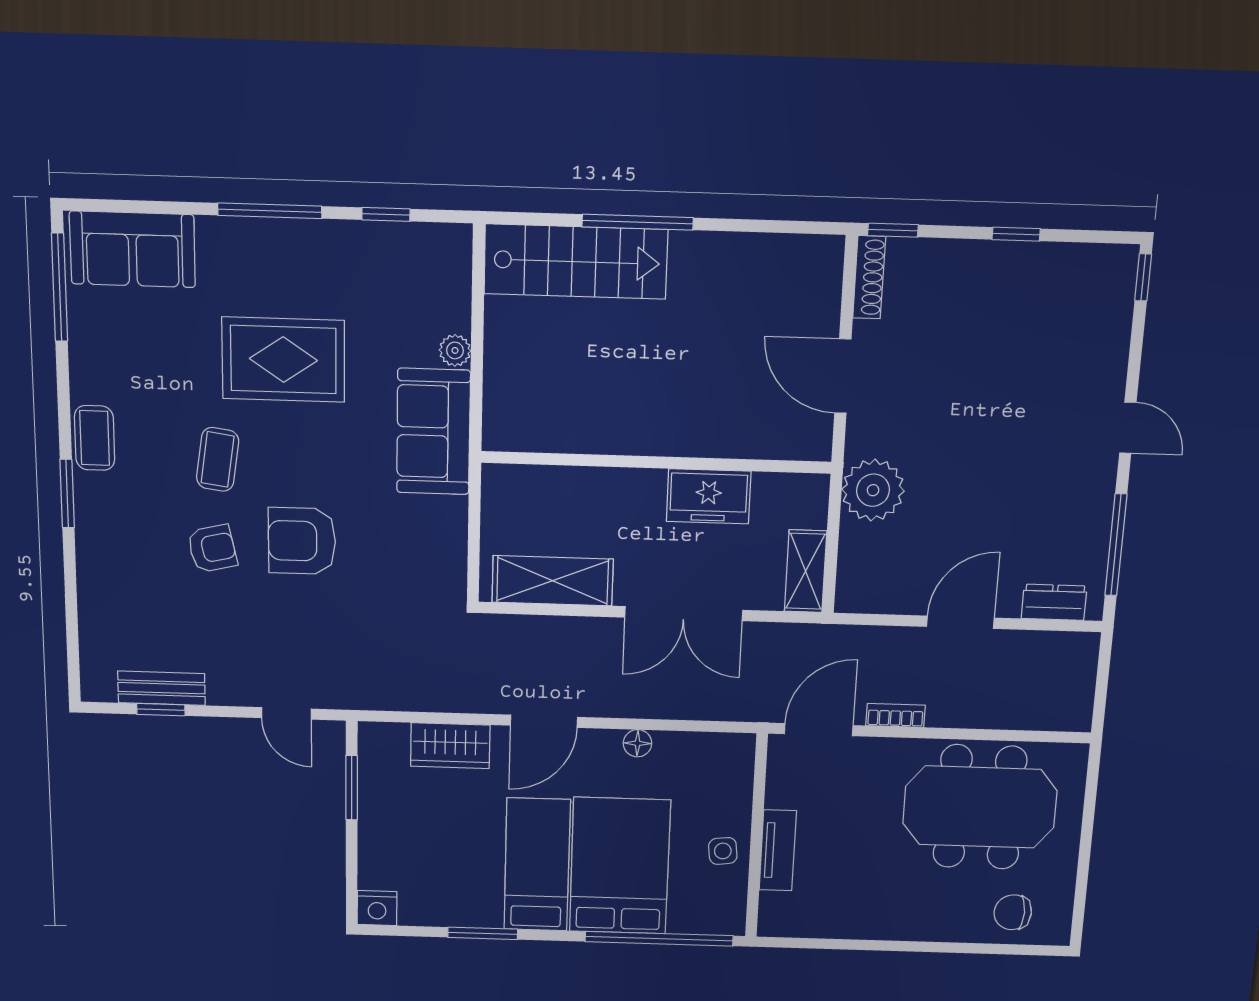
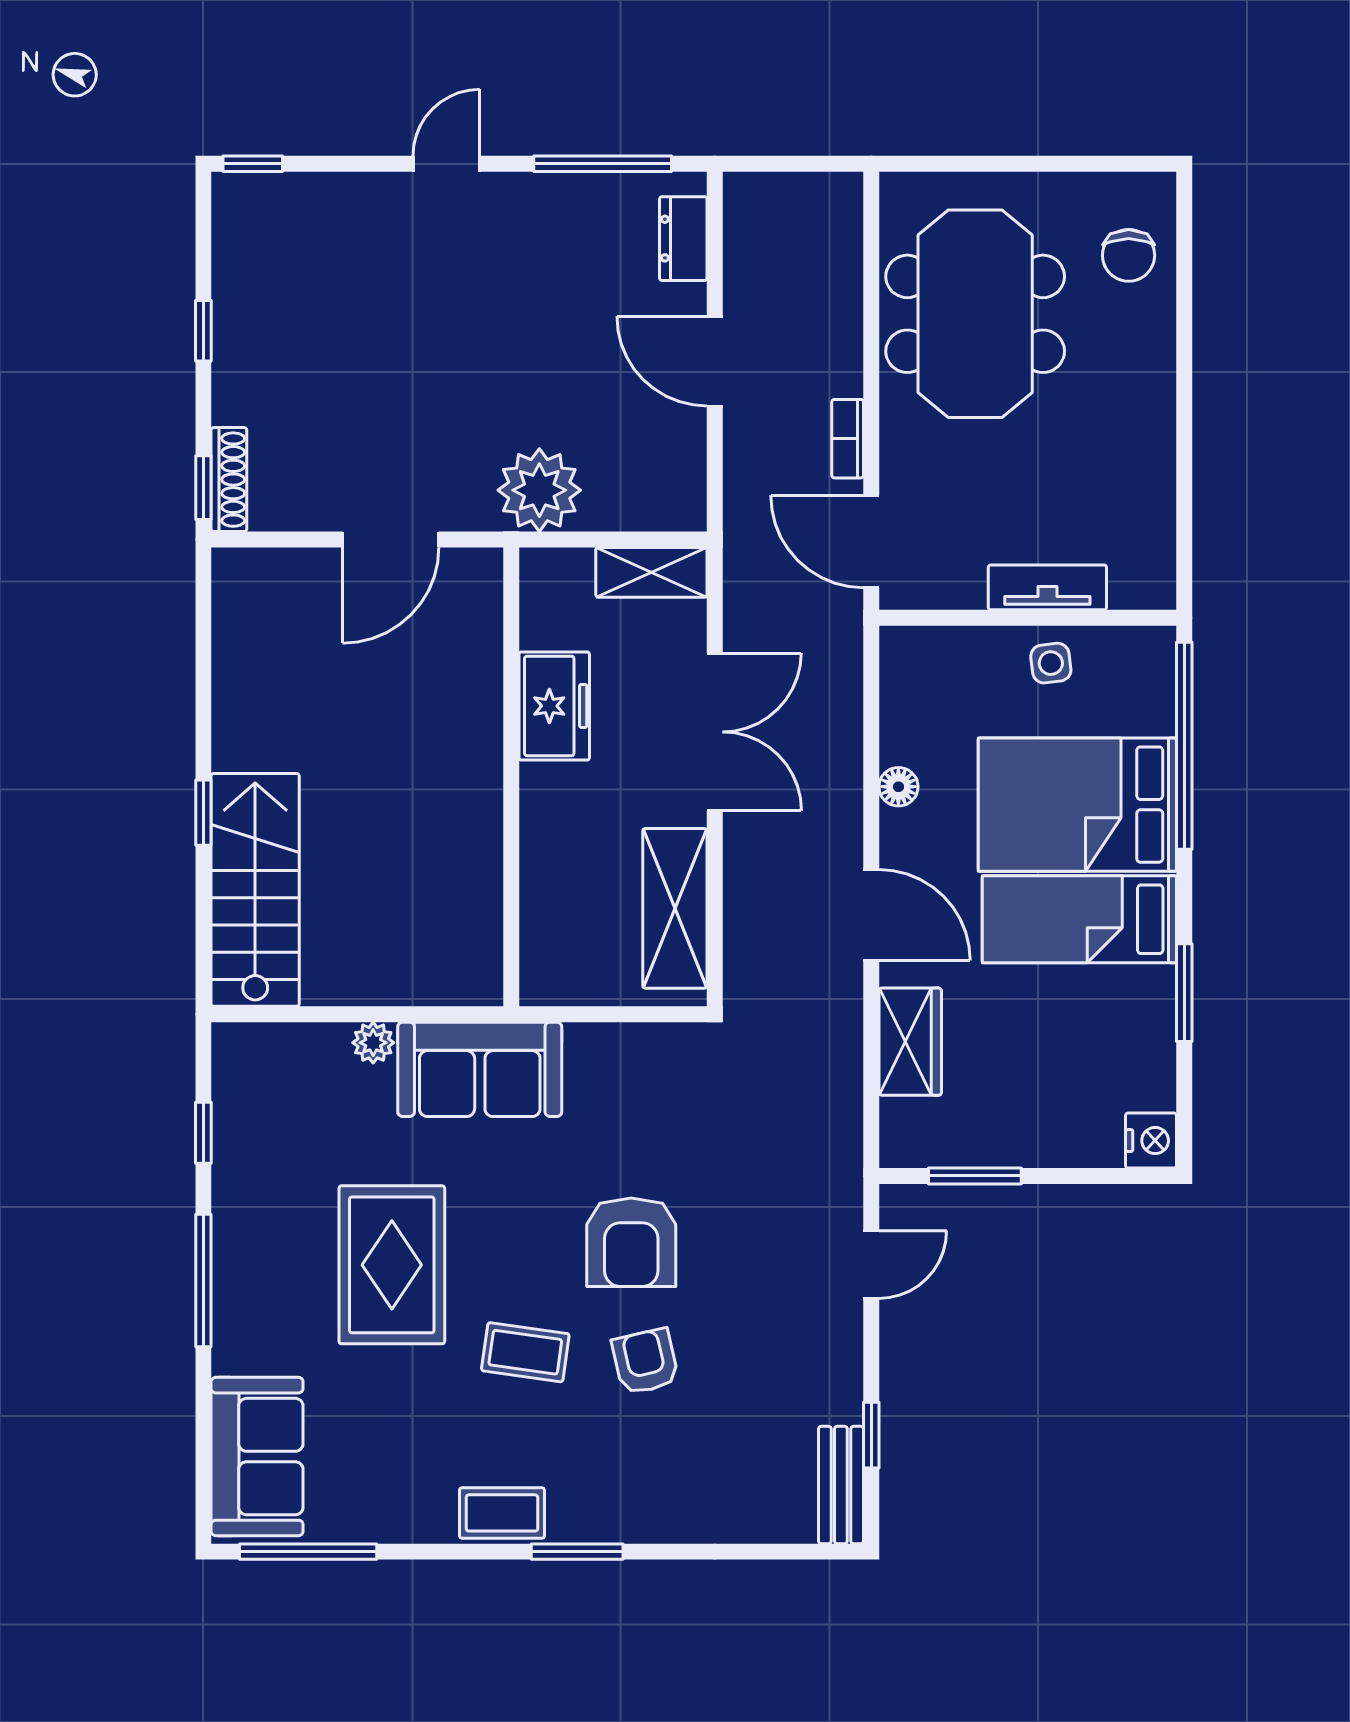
window: (638, 222) -> (203, 813), width x0.46
shoe rack: (869, 277) -> (229, 480), moved, turned 90
bench: (161, 688) -> (841, 1485), moved

